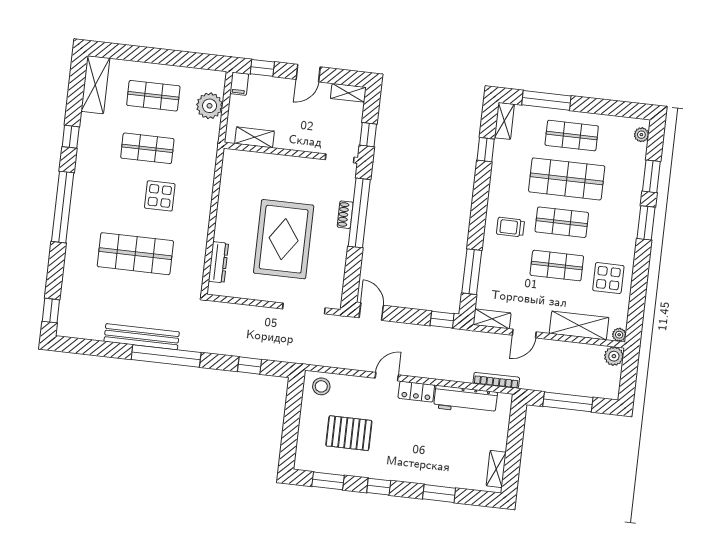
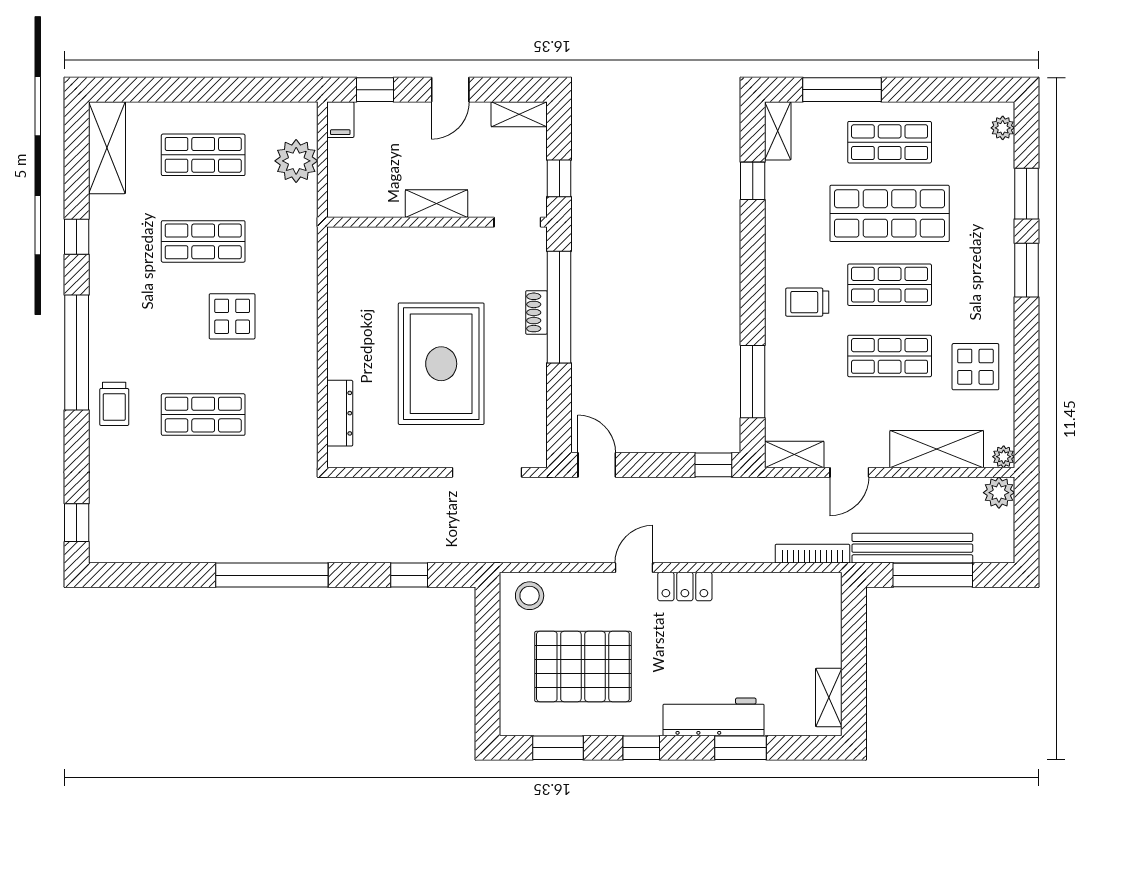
shelving: (254, 137) -> (436, 204), moved
trolley: (82, 241) -> (114, 404), added
shop shelf: (135, 254) -> (203, 415), width x0.70, depth x0.74
bench: (142, 337) -> (912, 548), moved
workbench: (465, 400) -> (714, 717), moved, turned 180
pallet: (349, 433) -> (583, 666), width x1.37, depth x1.41

